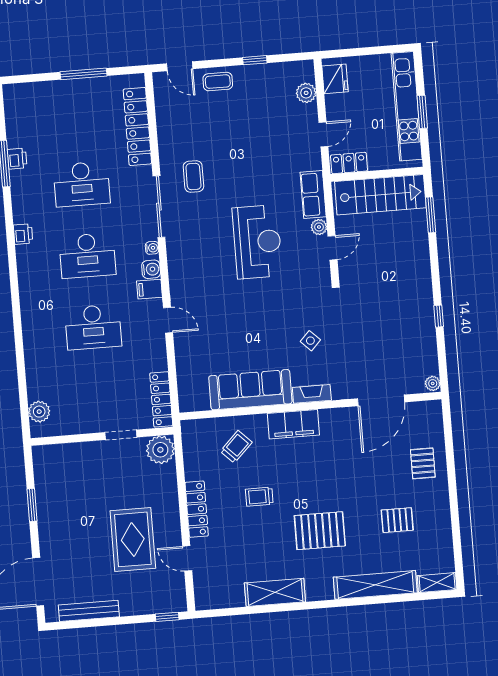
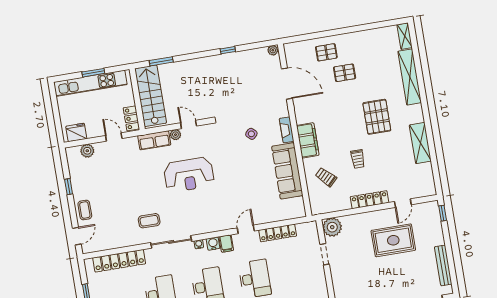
reception desk: (257, 242) -> (189, 175), turned 180
locker: (161, 399) -> (278, 233), moved
pallet: (397, 520) -> (345, 73), moved, turned 90

